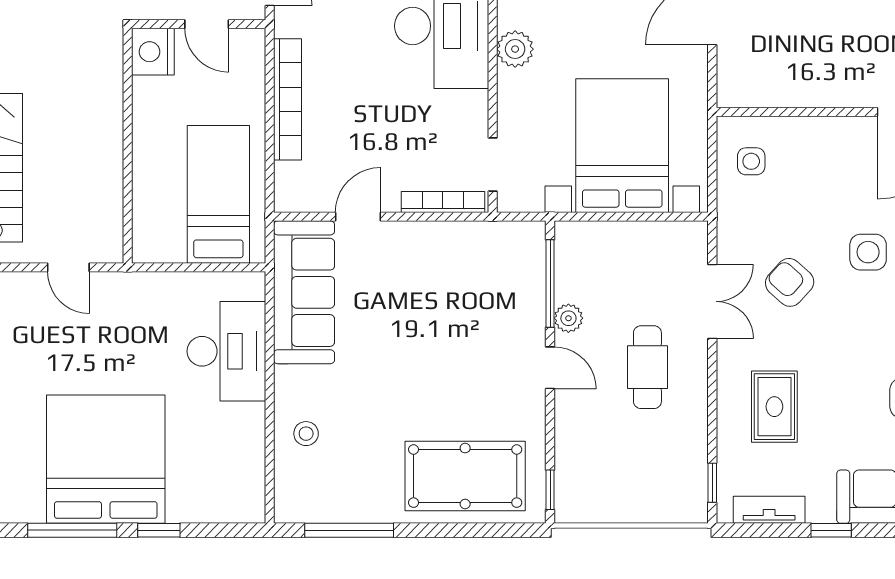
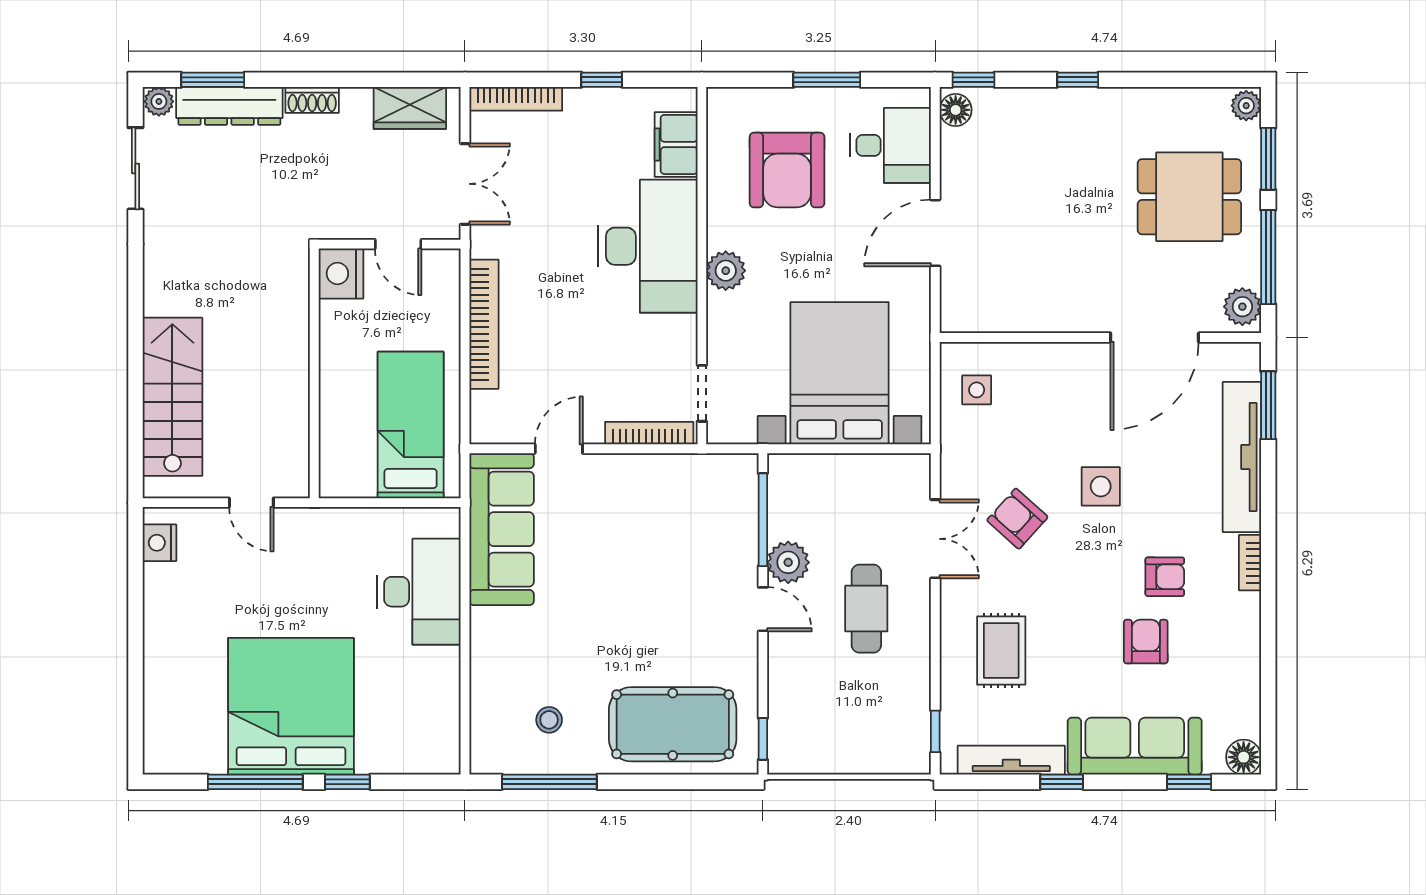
plant: (568, 318) -> (788, 562), width x1.38, depth x1.38
stool: (306, 434) -> (549, 720), moved
tv unit: (769, 510) -> (1011, 760), width x1.41

